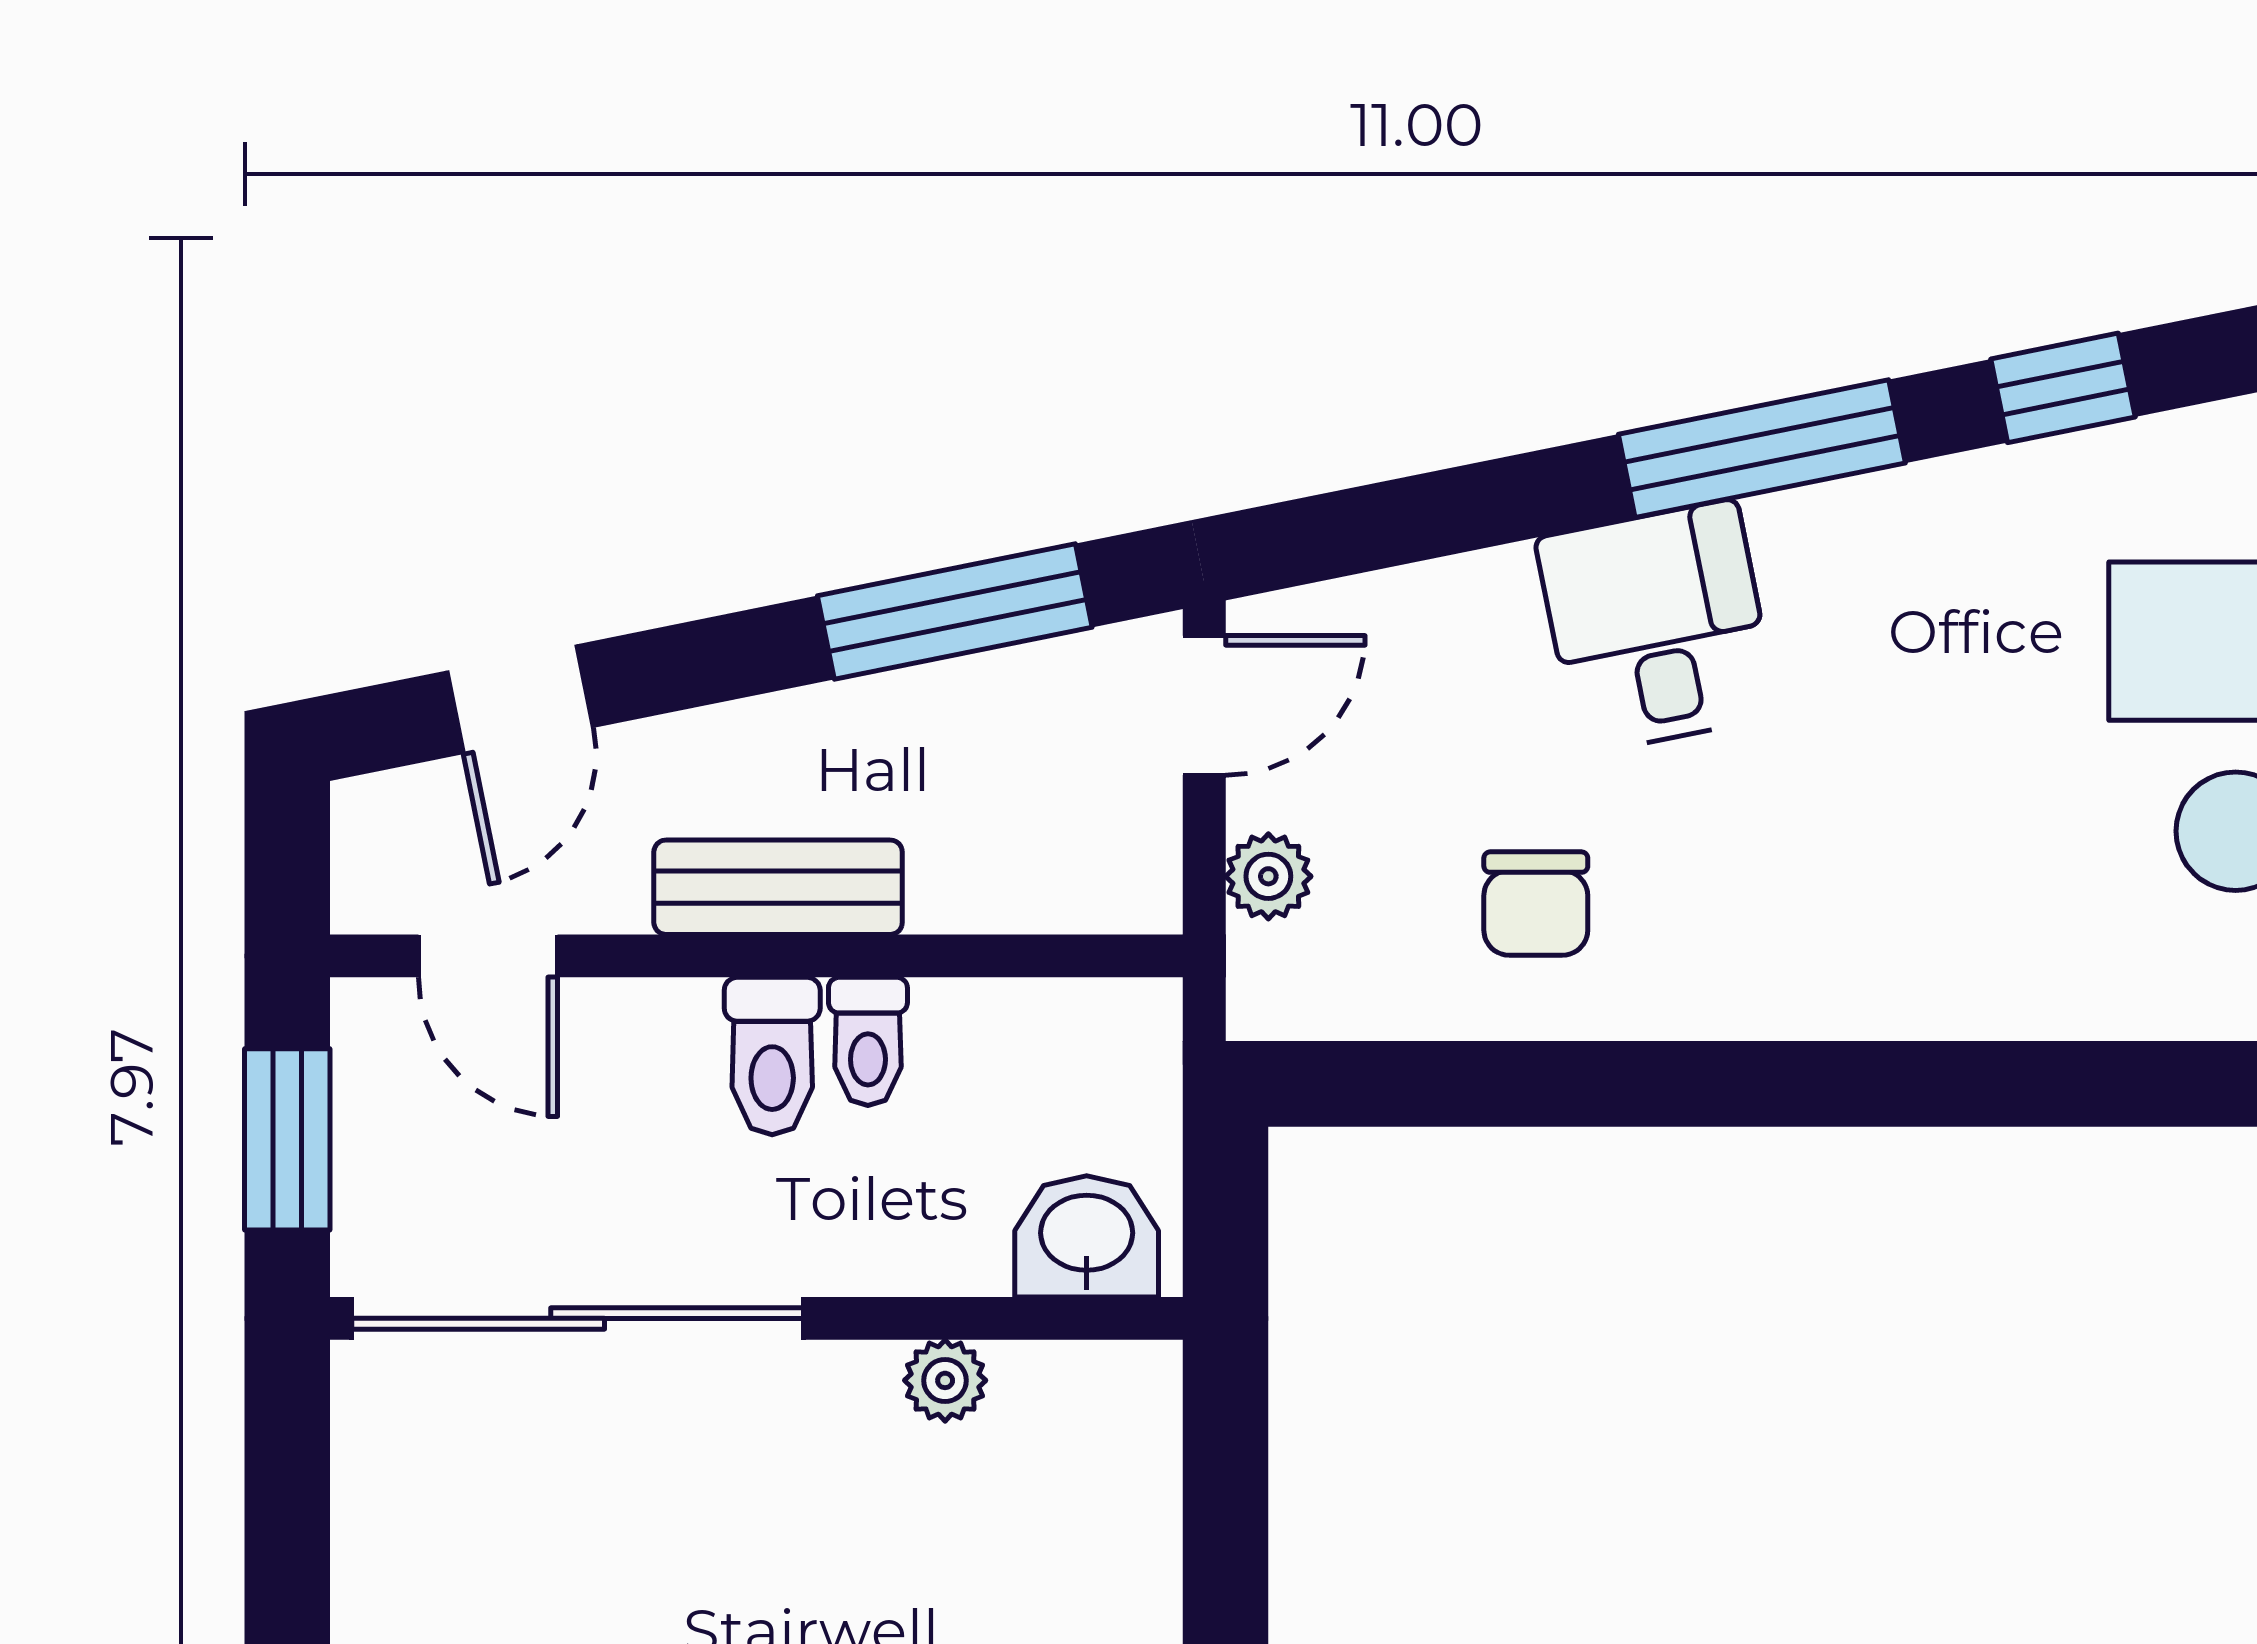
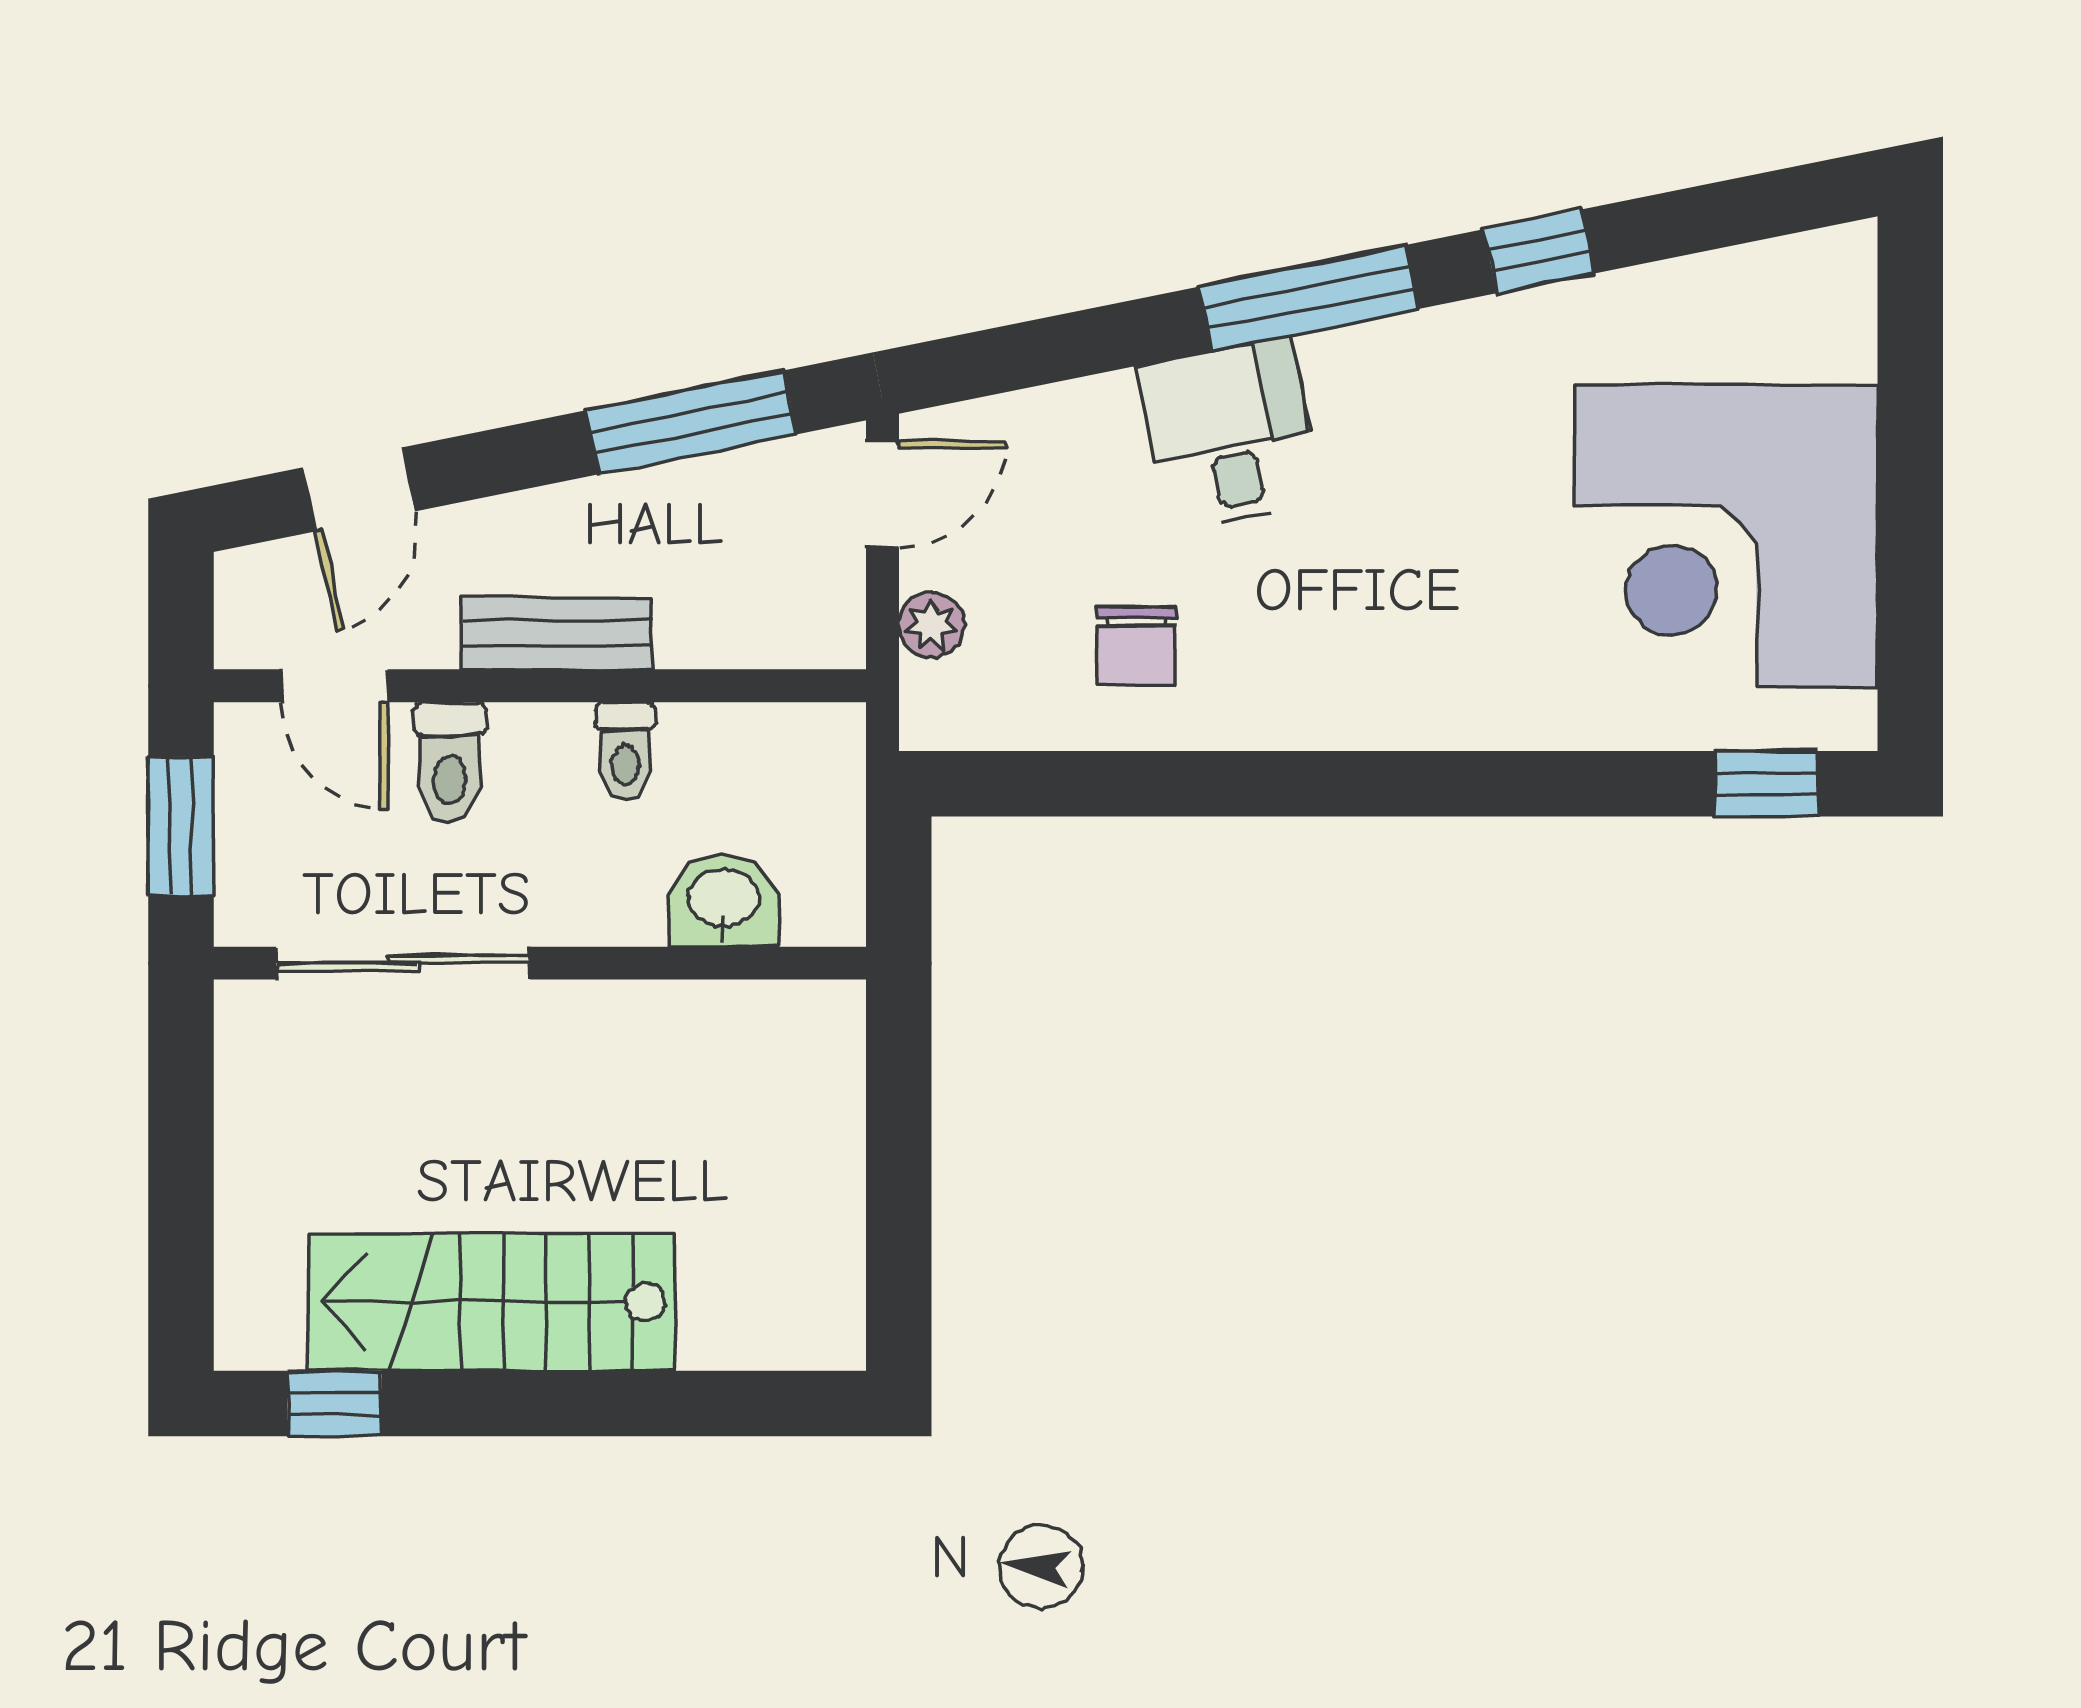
toilet: (772, 1056) -> (450, 762), moved
washbasin: (1087, 1236) -> (723, 900), moved
sliding door: (578, 1318) -> (403, 963), width x0.73
plant: (945, 1380) -> (684, 1011), removed

